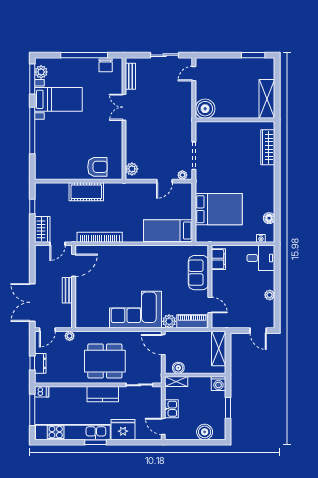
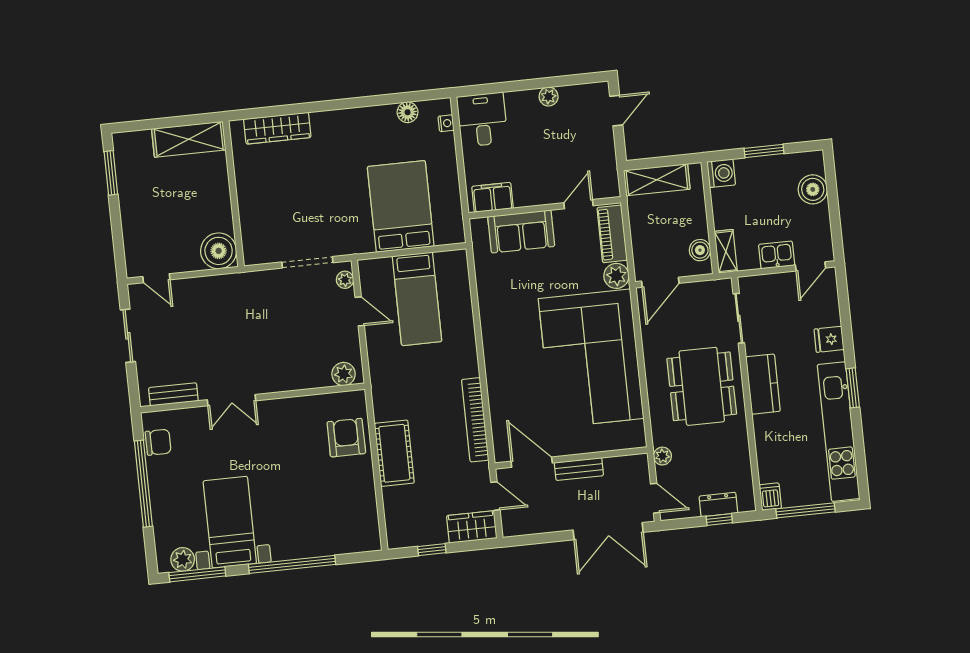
bed: (168, 231) -> (417, 299), moved
corner sofa: (136, 310) -> (591, 358), width x1.36, depth x1.36
fridge: (123, 430) -> (829, 339), width x0.53, depth x0.75

